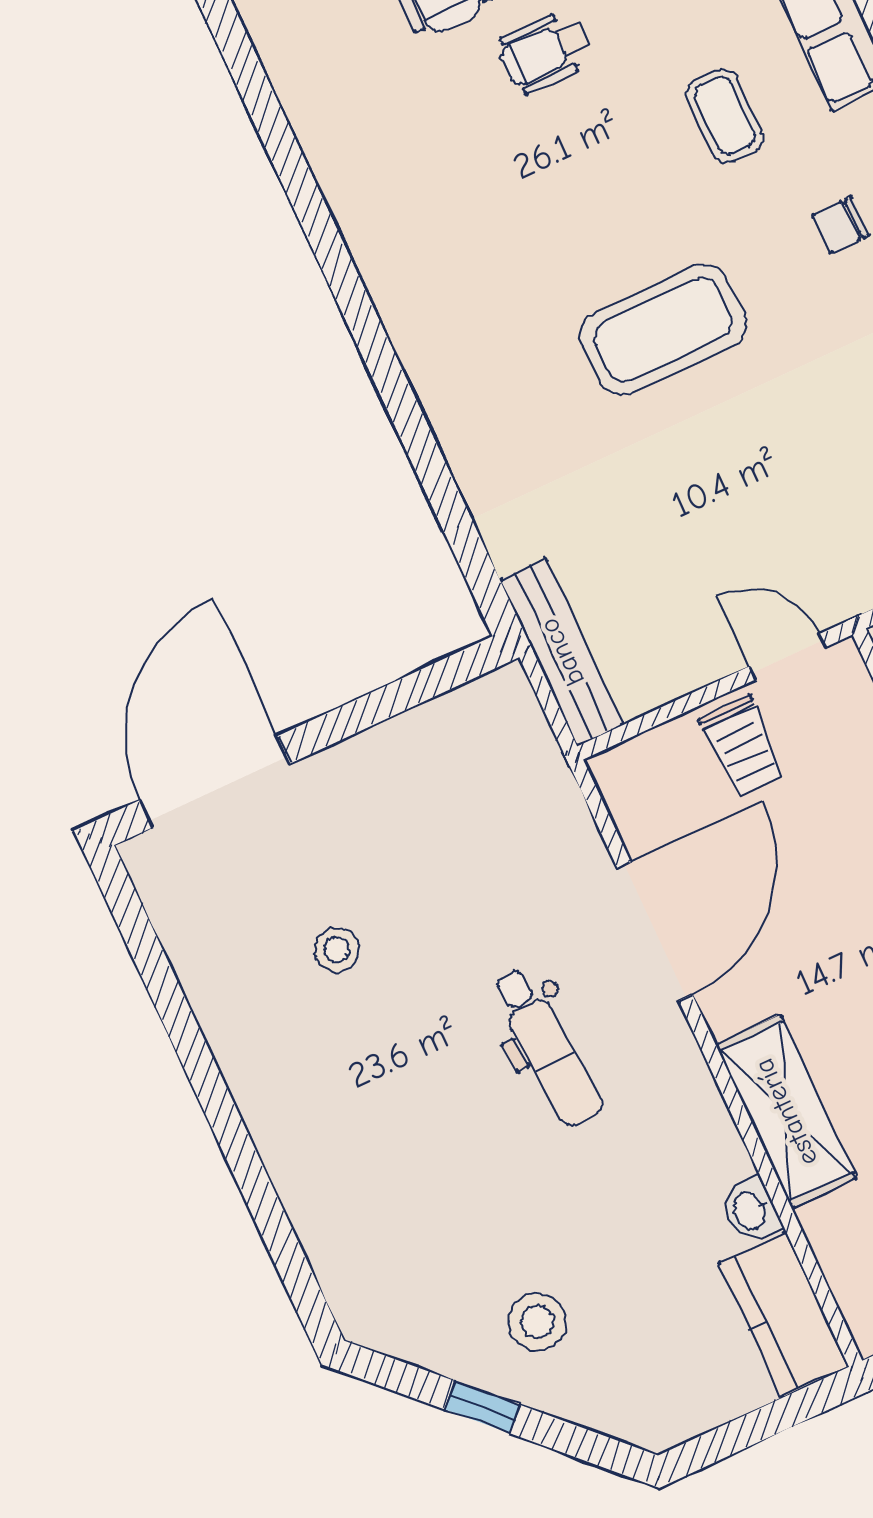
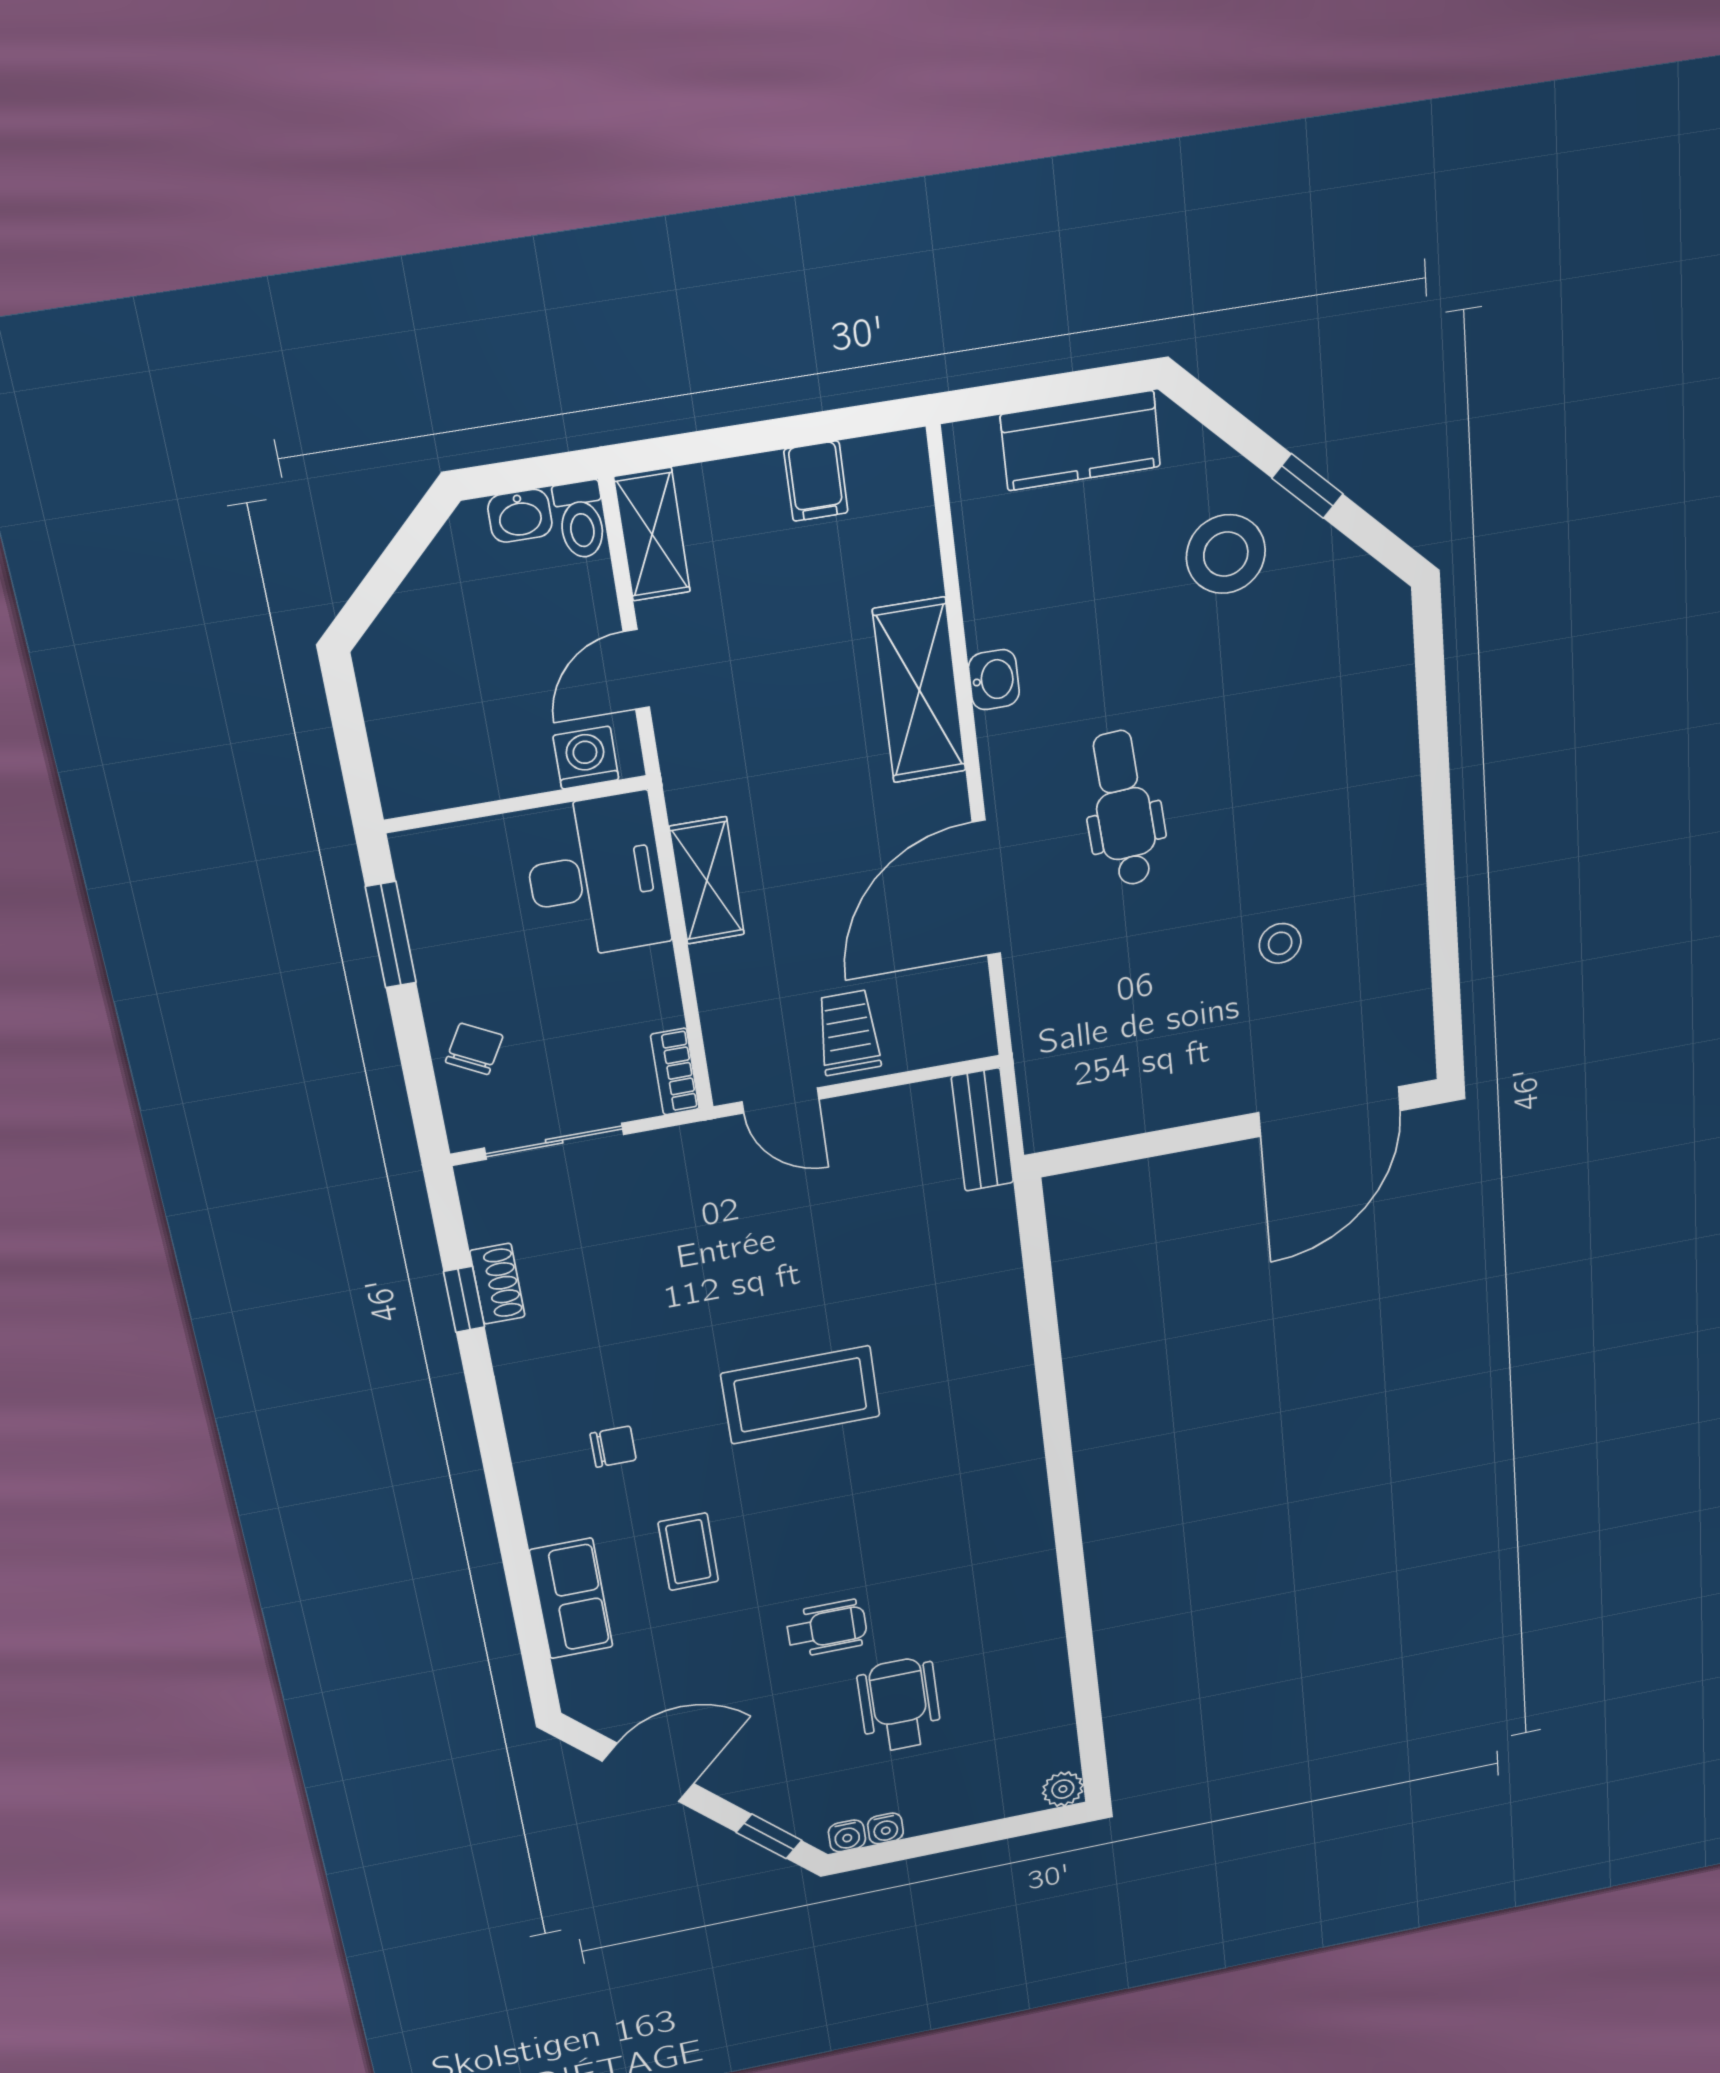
bench: (562, 652) -> (982, 1130), width x0.73
washbasin: (750, 1211) -> (994, 680), moved
kitchen counter: (784, 1315) -> (1081, 441), moved, turned 90
stool: (537, 1322) -> (1226, 554), width x1.38, depth x1.38

